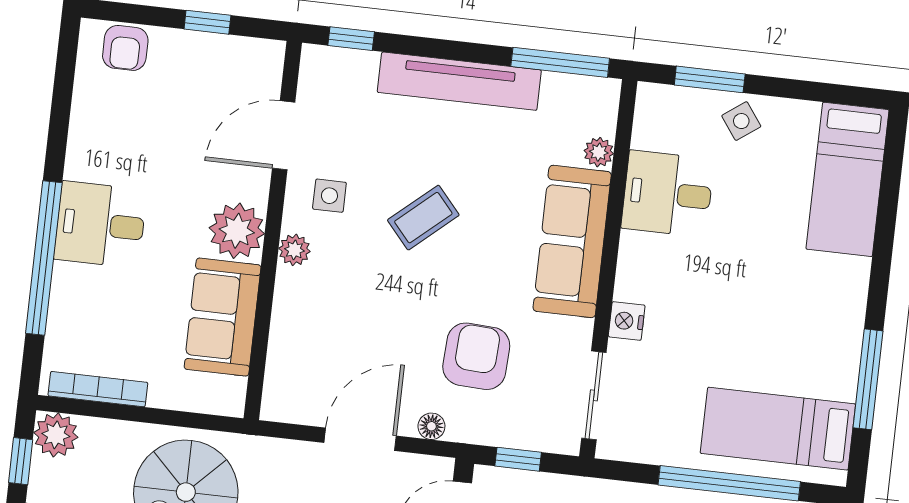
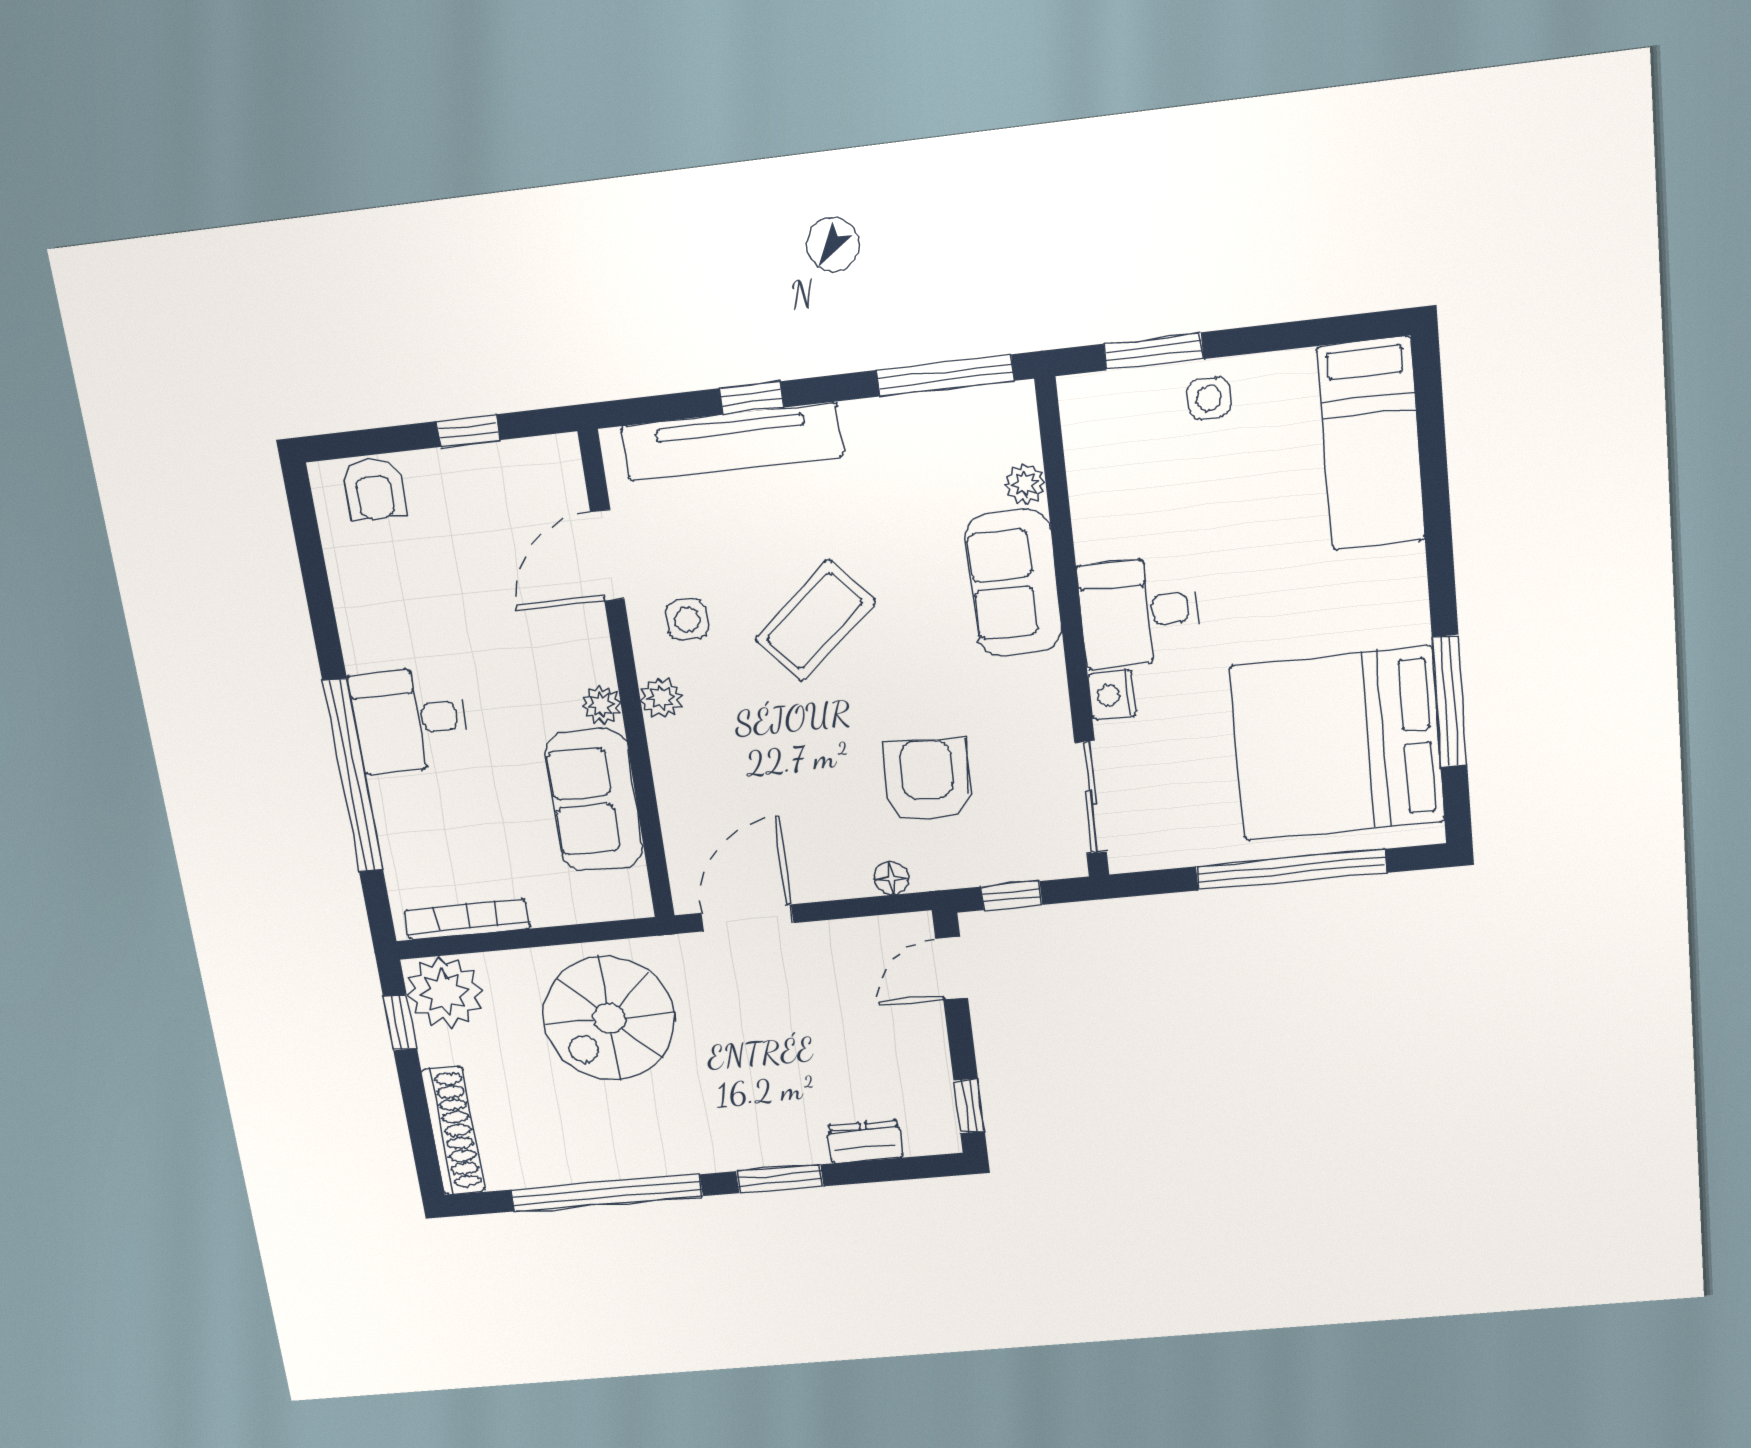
window: (351, 39) -> (752, 398), moved
tv unit: (459, 81) -> (732, 442), moved
side table: (741, 121) -> (1209, 398), turned 36
desk: (668, 194) -> (1139, 612), moved
coffee table: (423, 218) -> (815, 621), width x1.36, depth x1.30
plant: (237, 231) -> (601, 705), width x0.53, depth x0.53
sofa: (572, 241) -> (1014, 583), width x0.73
bed: (778, 429) -> (1337, 744), width x2.04
plant: (56, 435) -> (444, 992), width x1.36, depth x1.36
door: (360, 439) -> (747, 918), moved

